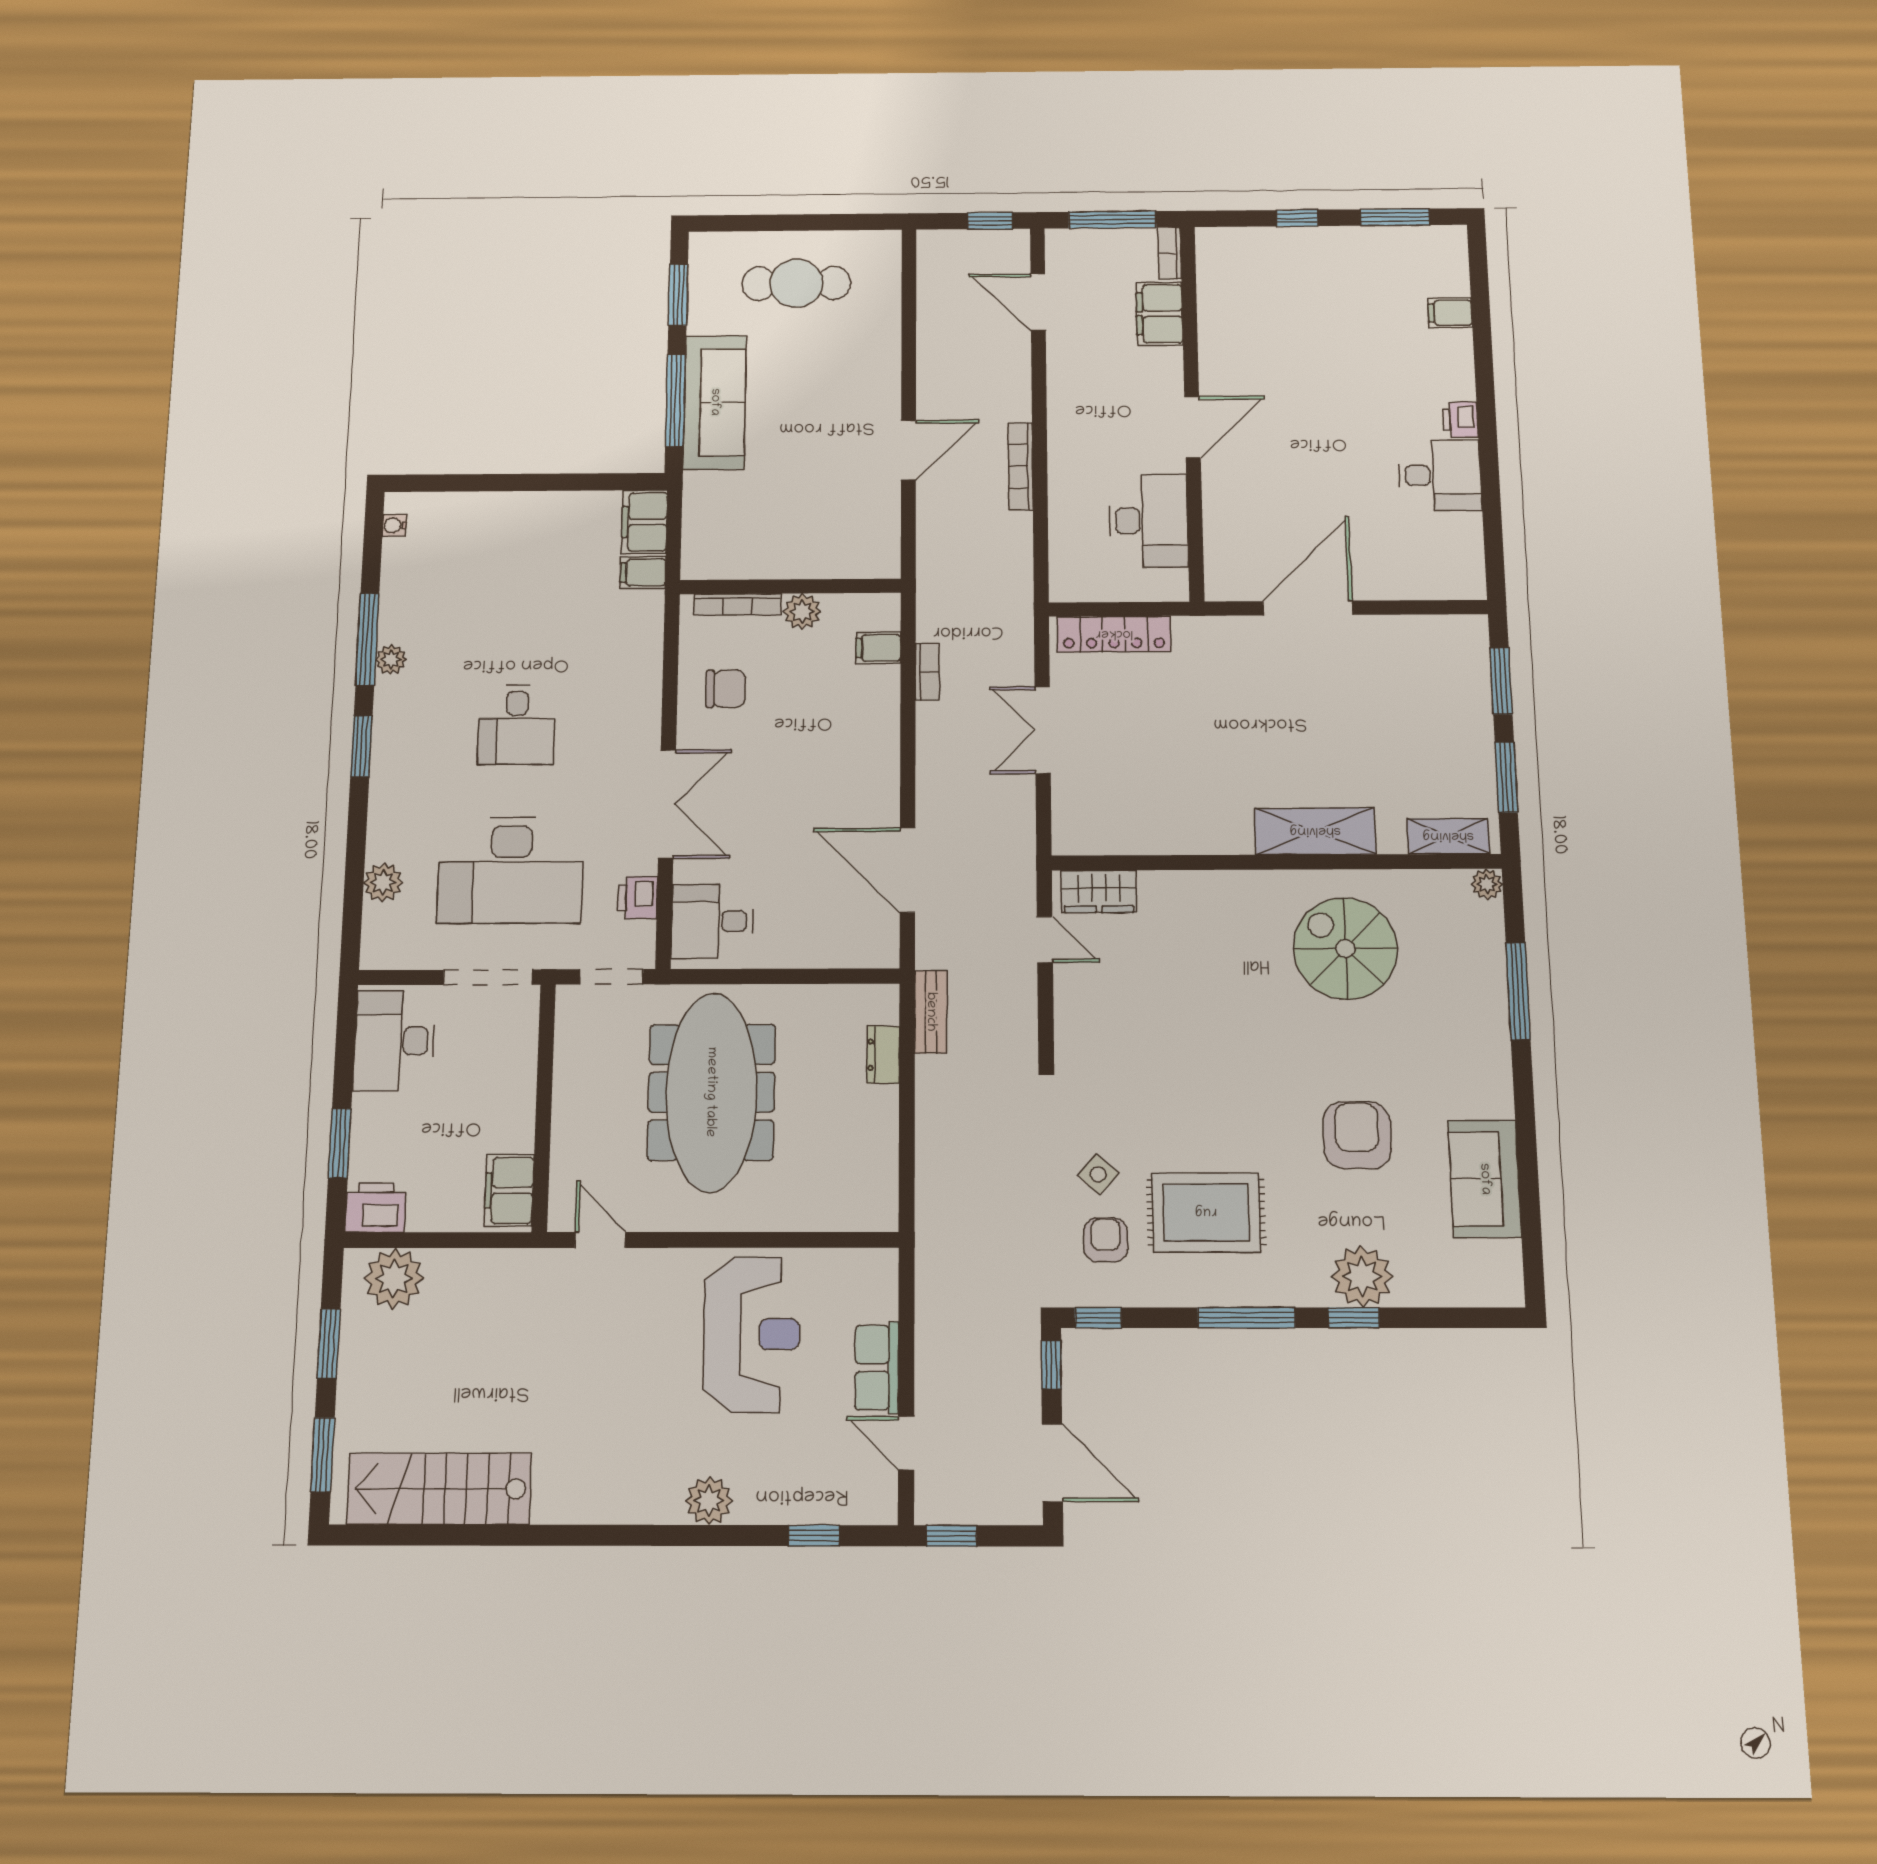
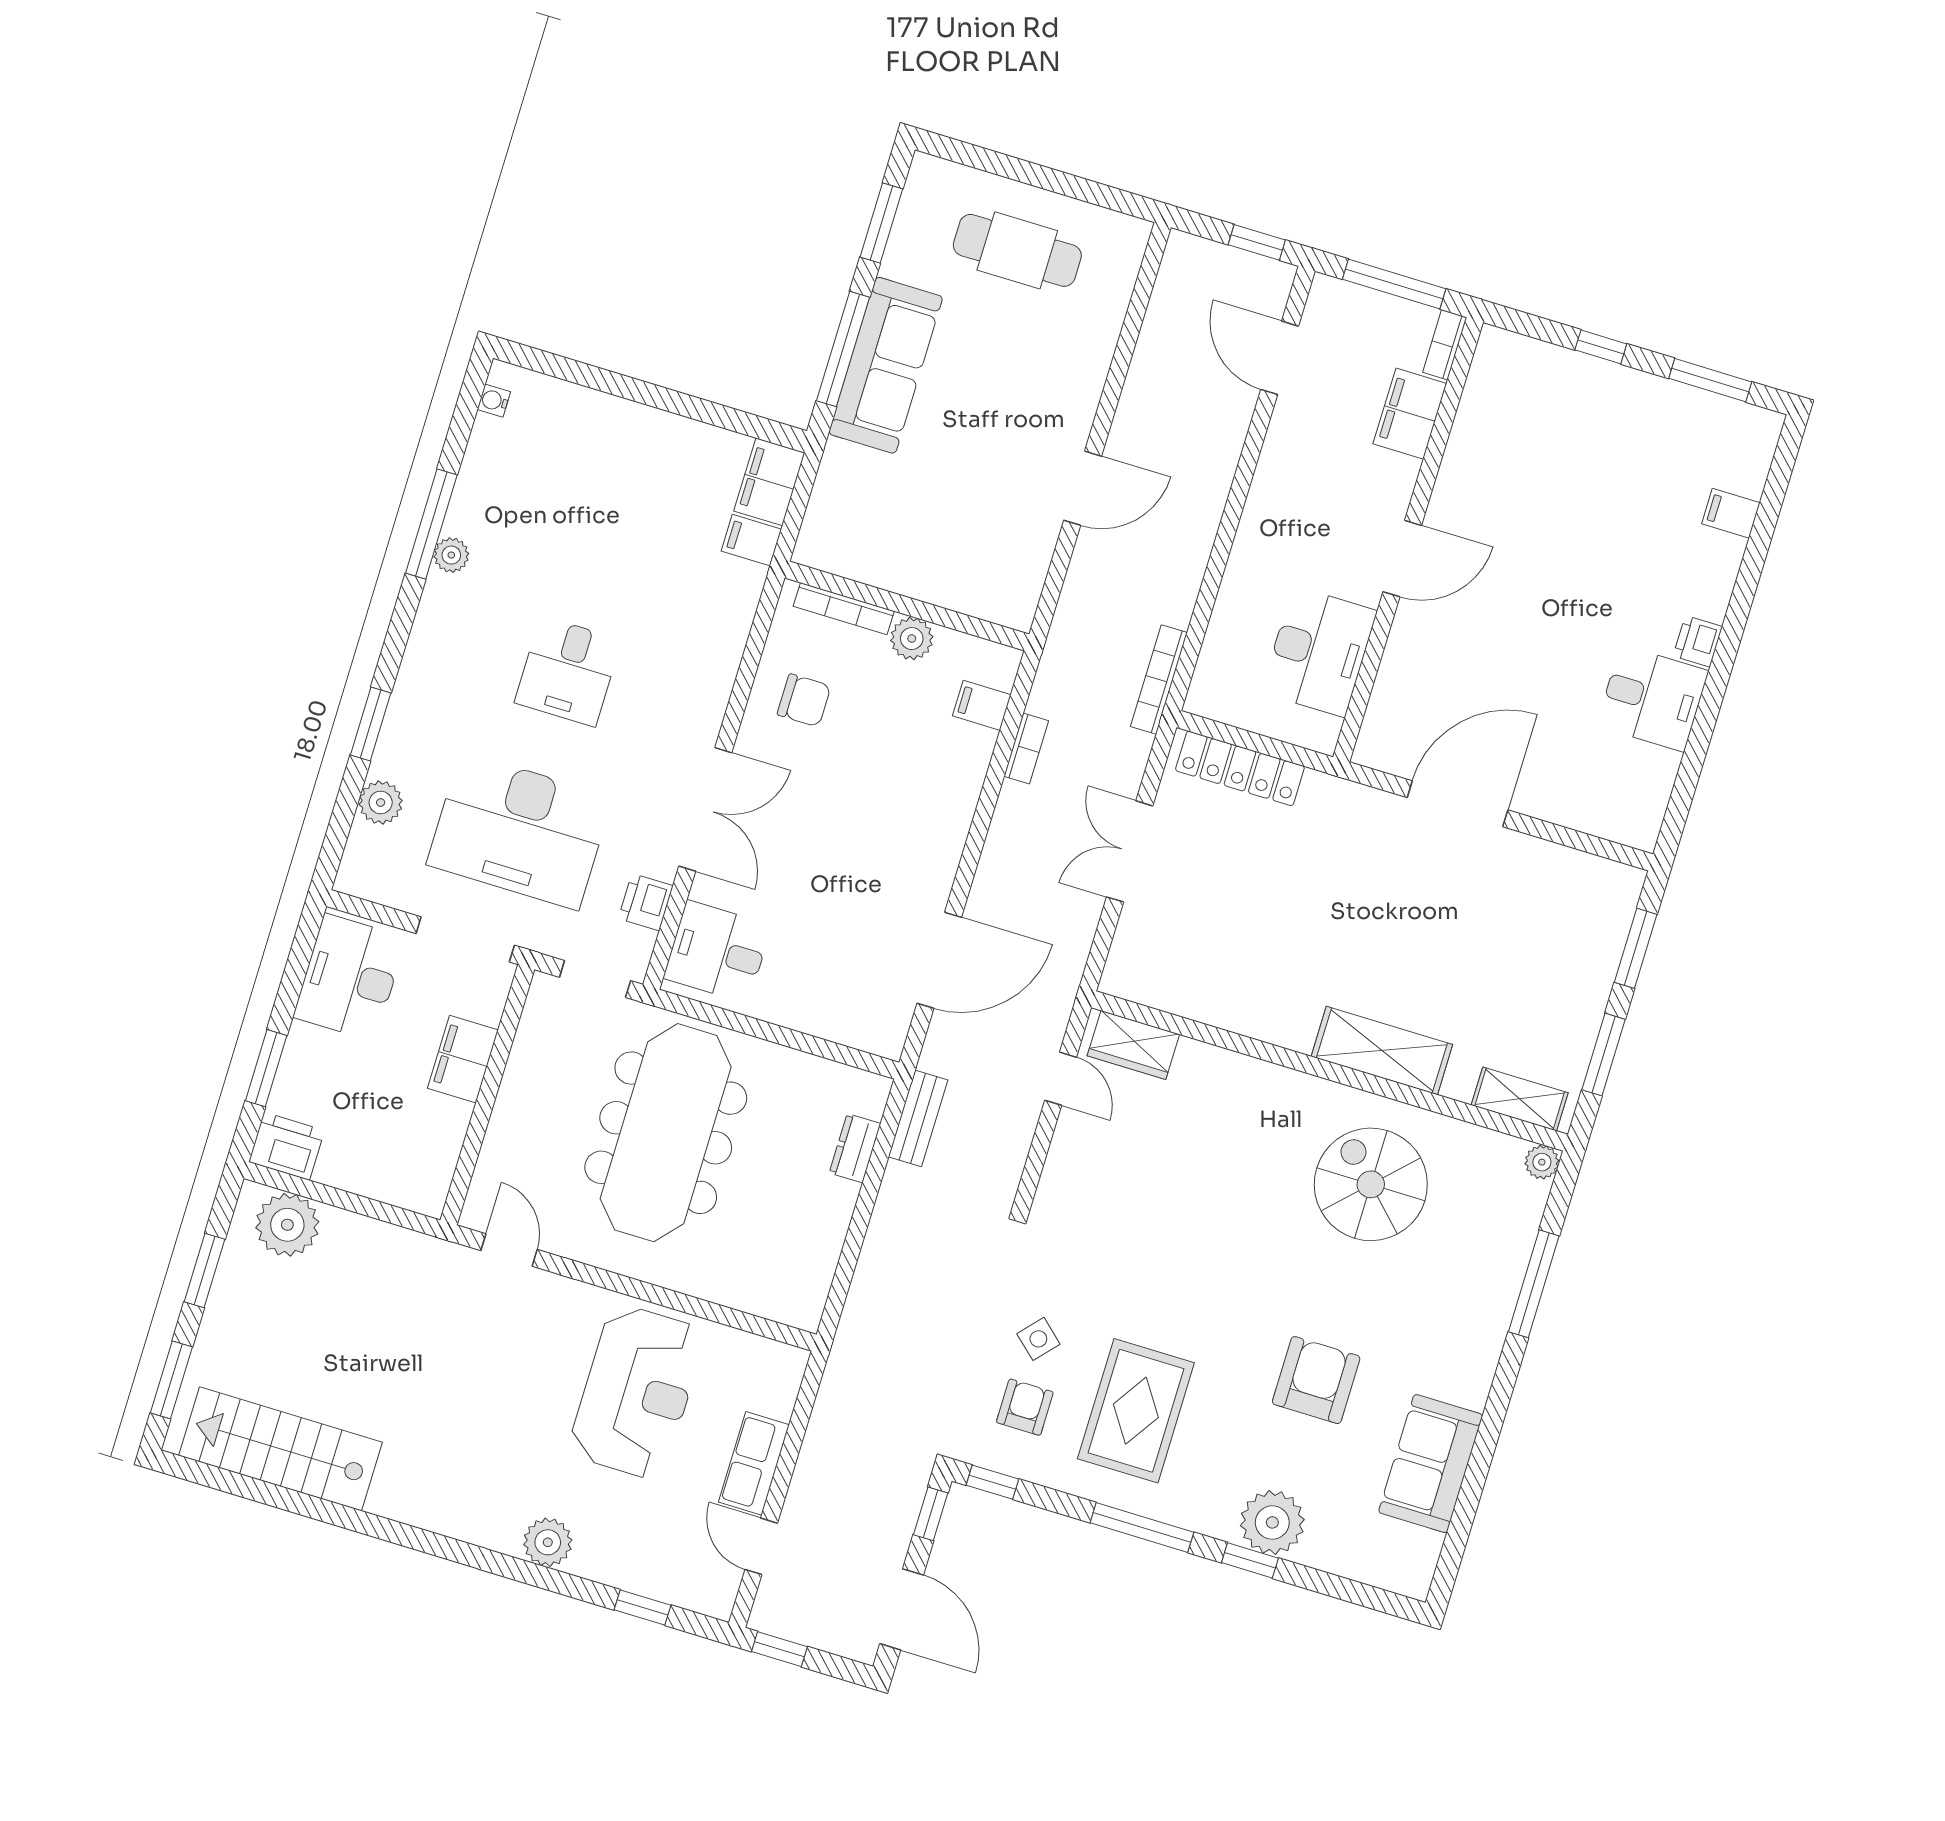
bookcase: (1021, 466) -> (1159, 680), moved
window: (361, 746) -> (371, 724), moved
door: (907, 870) -> (939, 960), swing flipped
filing cabinet: (509, 1190) -> (463, 1059), moved
rug: (1206, 1212) -> (1136, 1411), turned 90

